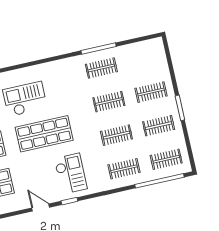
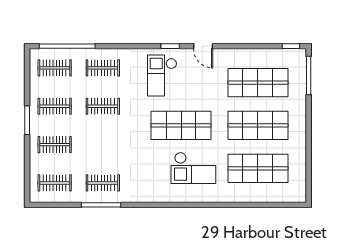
clothes rail: (109, 102) -> (55, 183), moved

